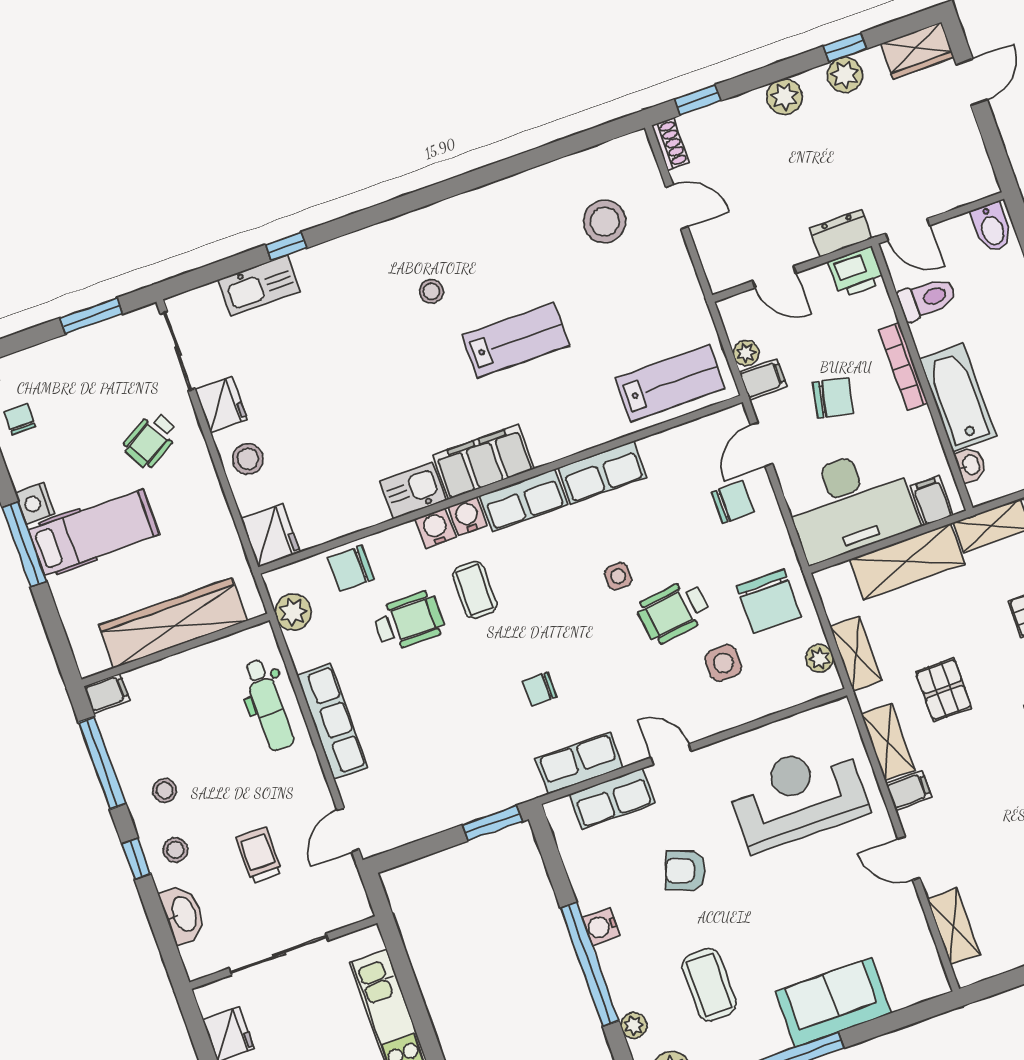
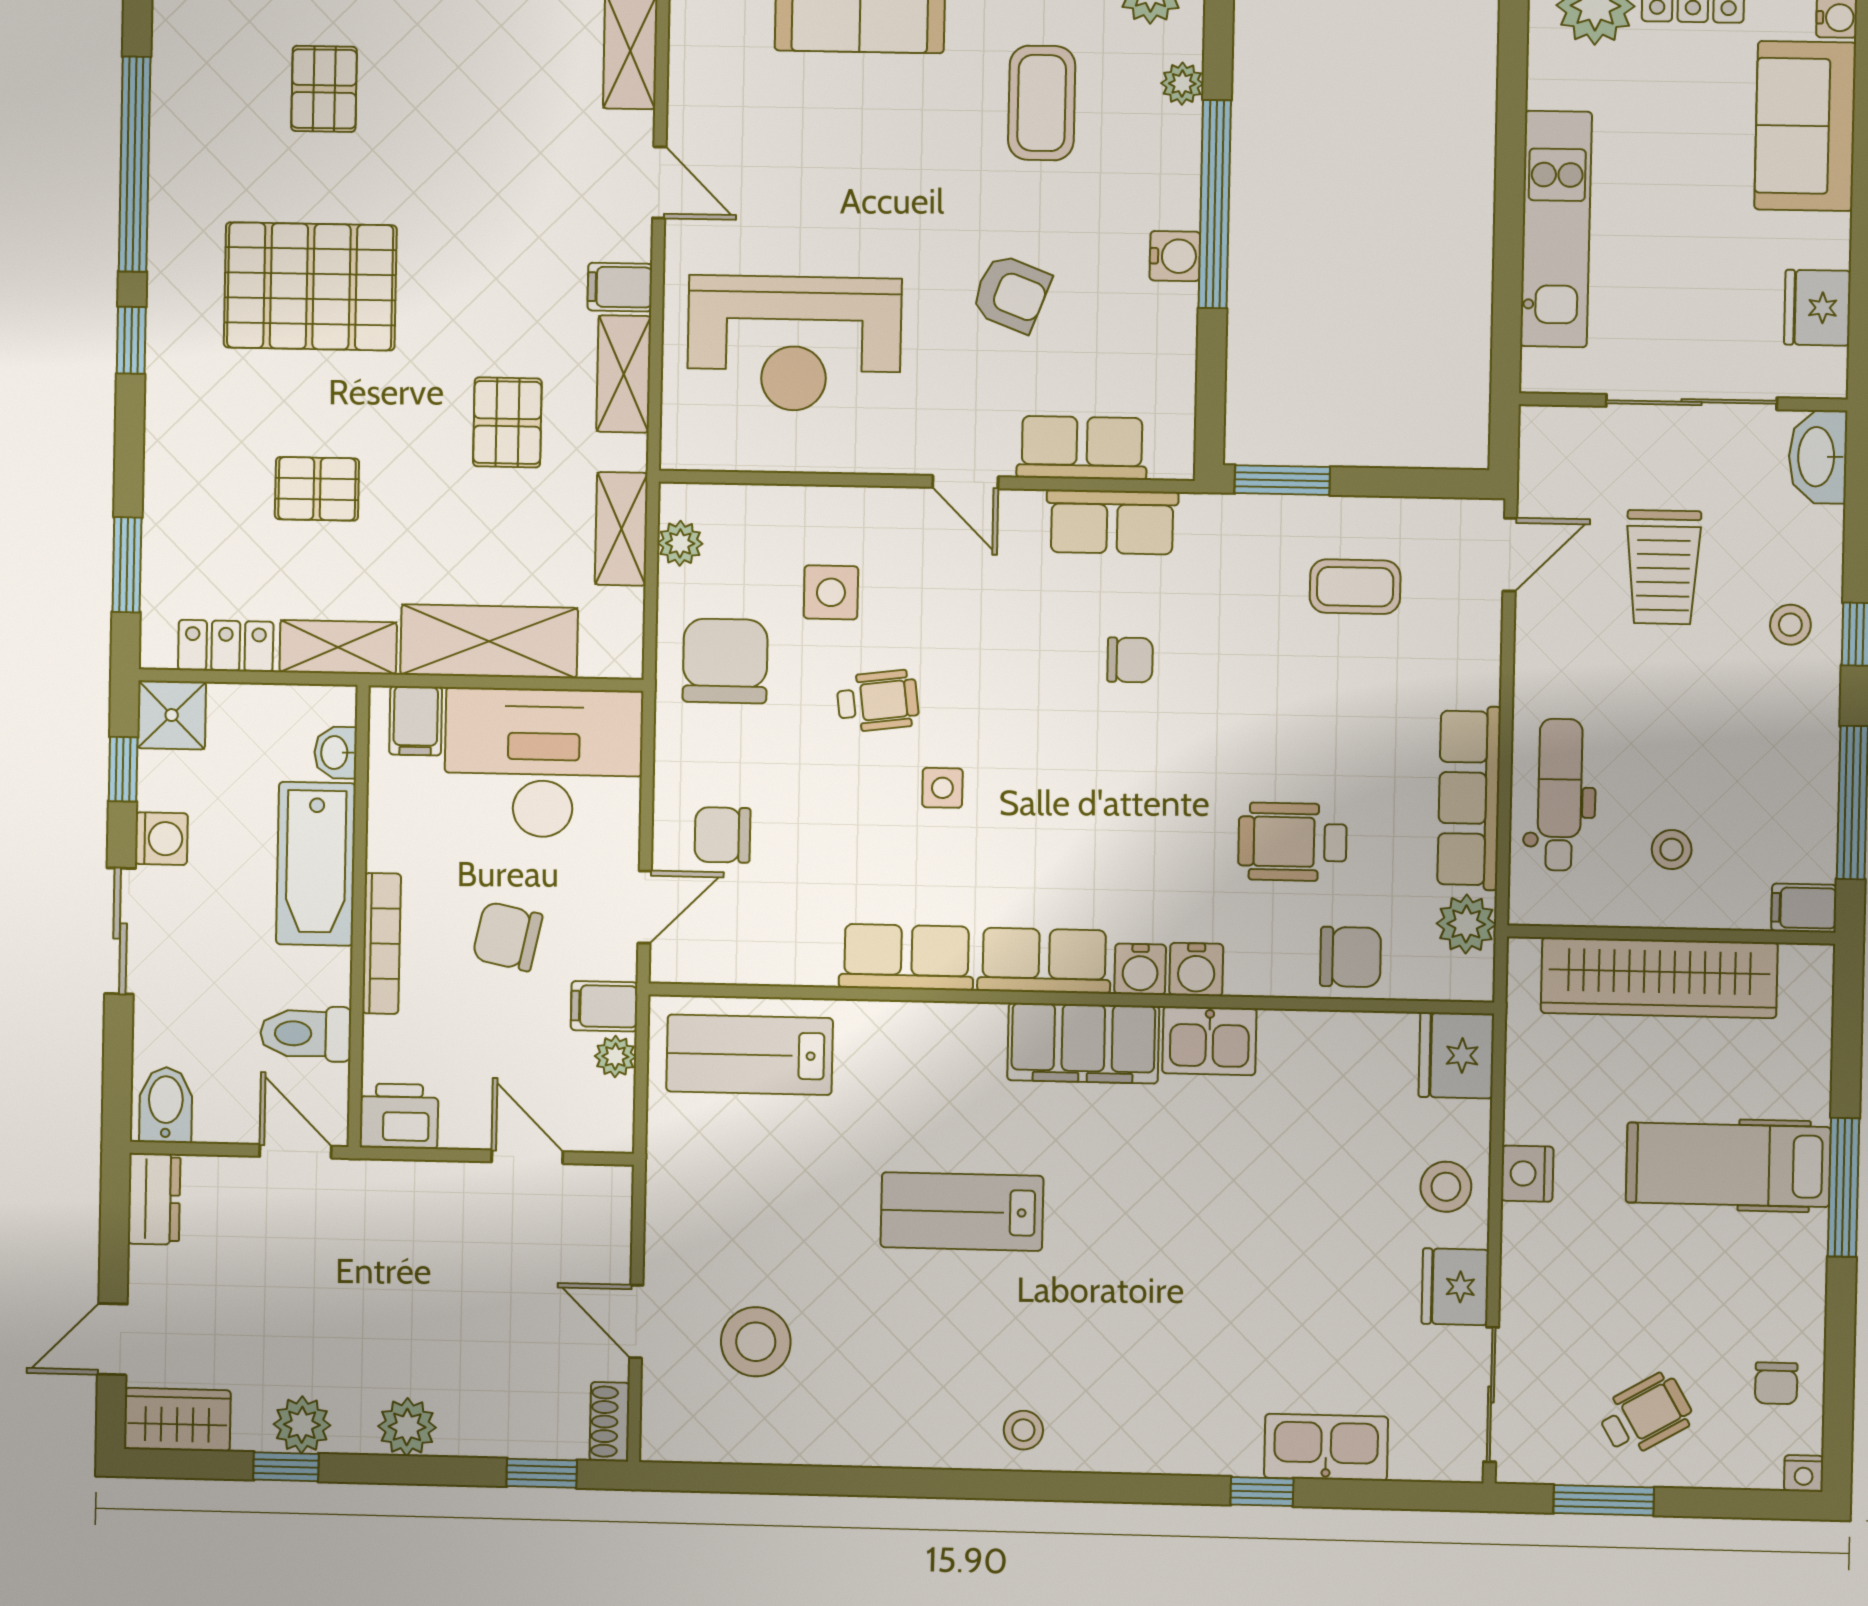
dresser: (841, 233) -> (154, 1199), moved, turned -90
stool: (432, 291) -> (1023, 1430), moved
wheelchair: (151, 440) -> (1645, 1415), moved
nightstand: (35, 503) -> (1527, 1174), moved, turned 180
coffee table: (475, 590) -> (1355, 587), moved, turned 90
wheelchair: (674, 611) -> (878, 701), width x0.73, depth x0.73
row of seats: (332, 721) -> (1469, 798), moved
stool: (165, 790) -> (1672, 850), moved
trolley: (259, 855) -> (1663, 567), width x1.36, depth x1.39
washbasin: (183, 914) -> (1818, 457), moved

